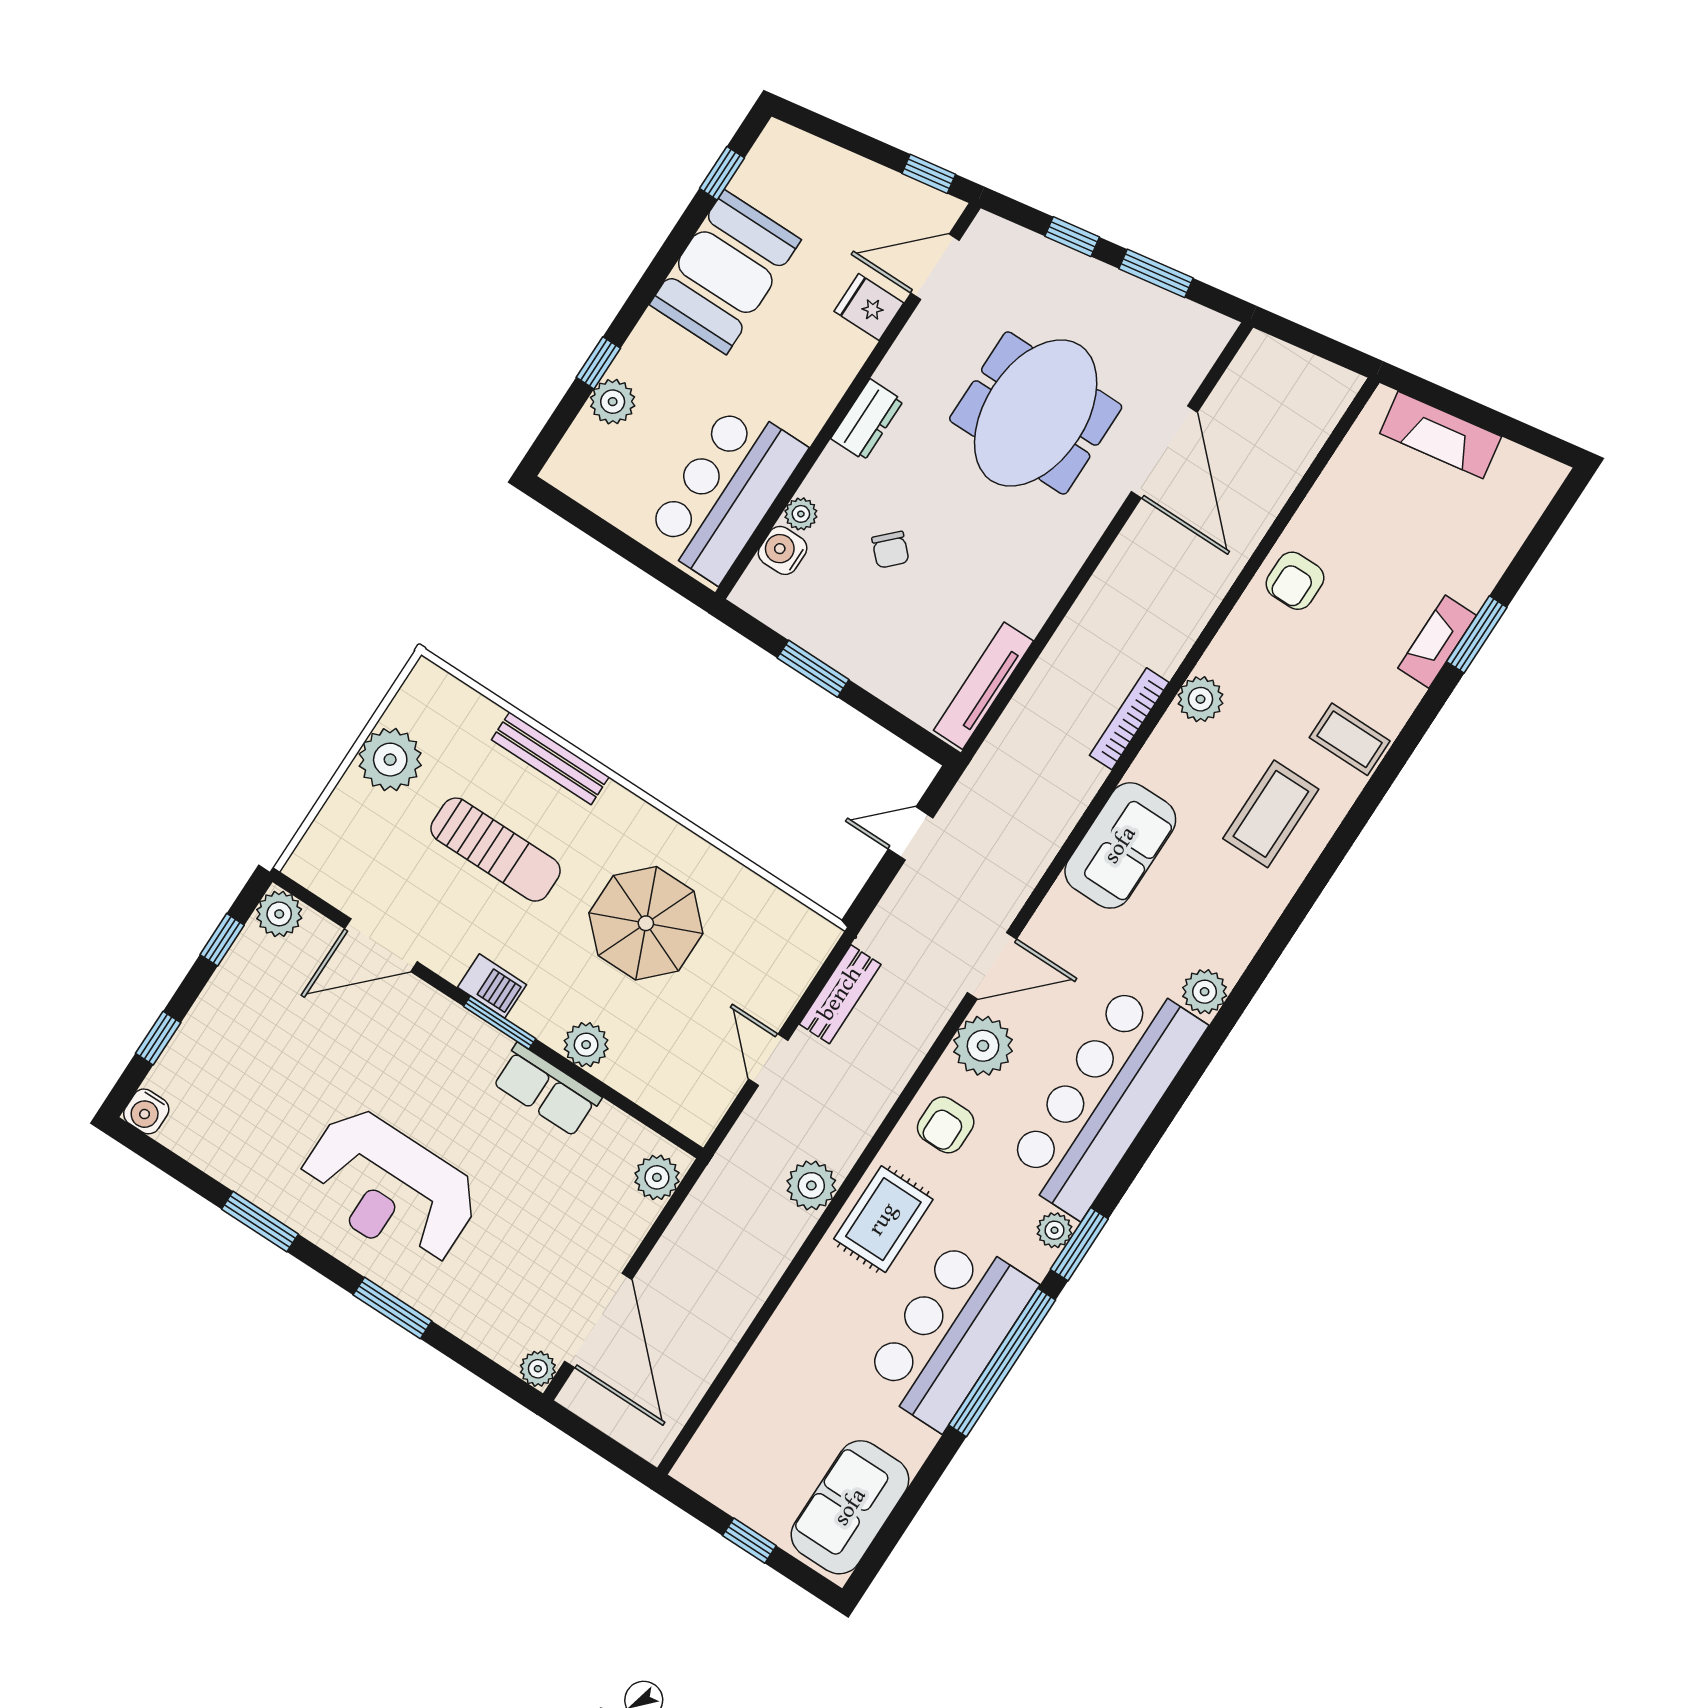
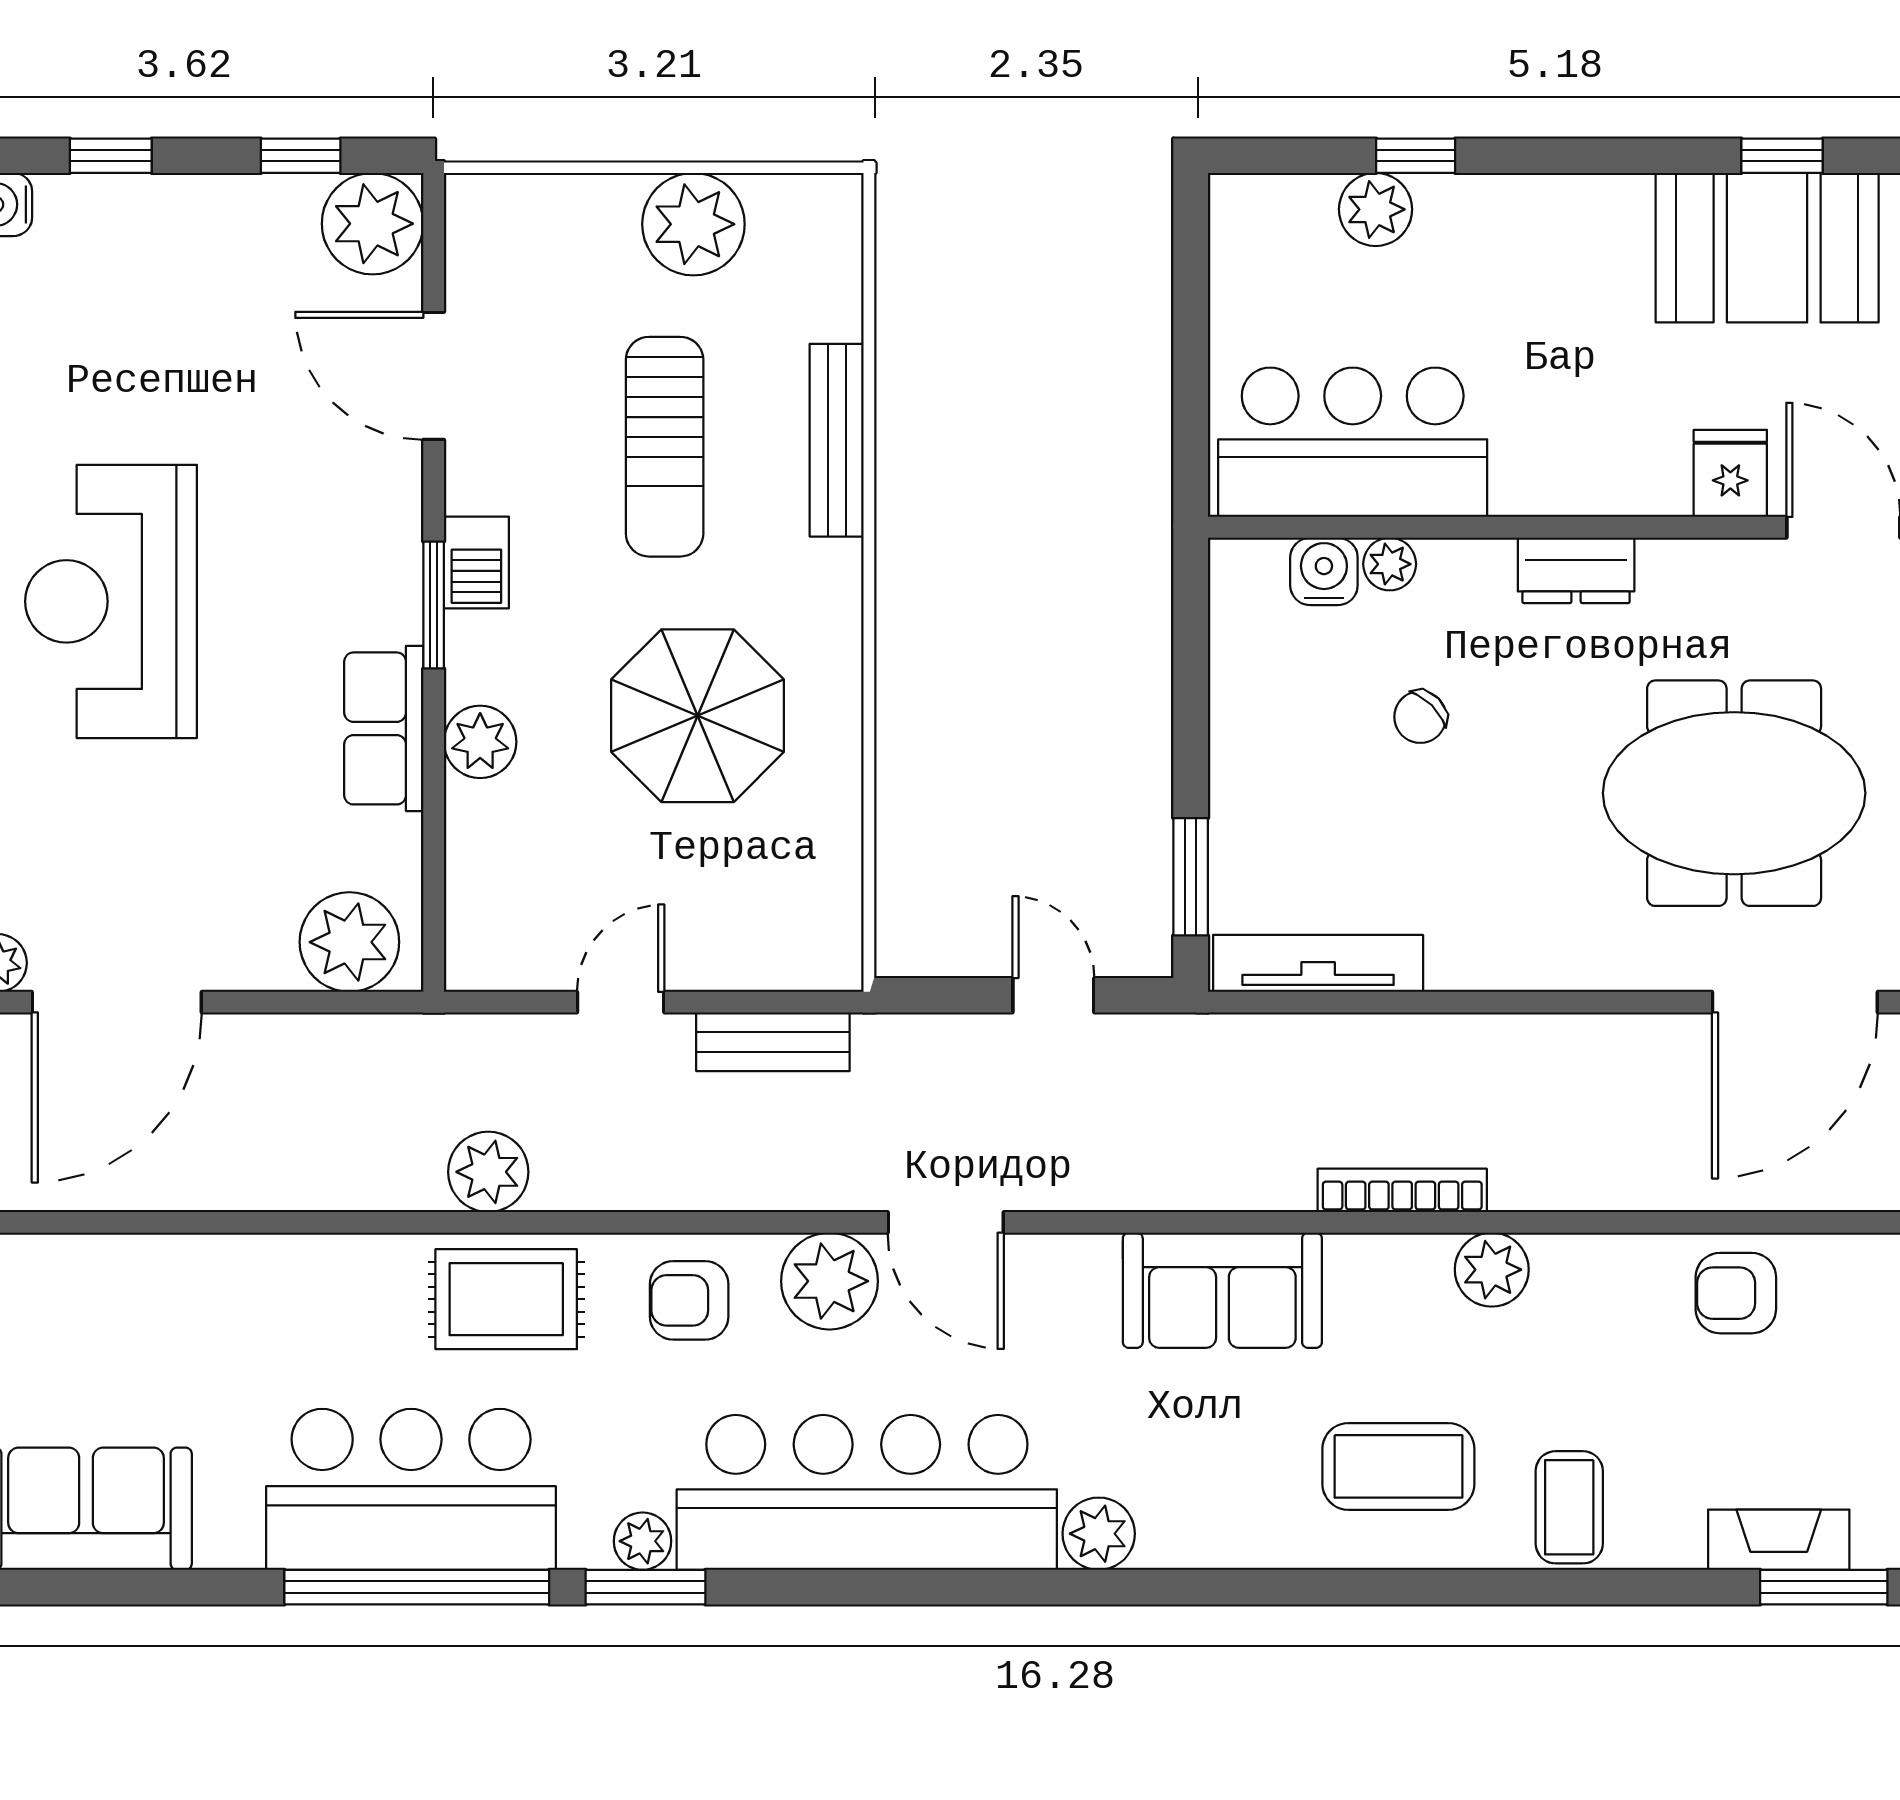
booth: (725, 272) -> (1767, 248), moved
window: (813, 669) -> (1191, 877), moved
plant: (279, 914) -> (373, 224), width x1.36, depth x1.36
plant: (657, 1177) -> (349, 942), width x1.36, depth x1.36

